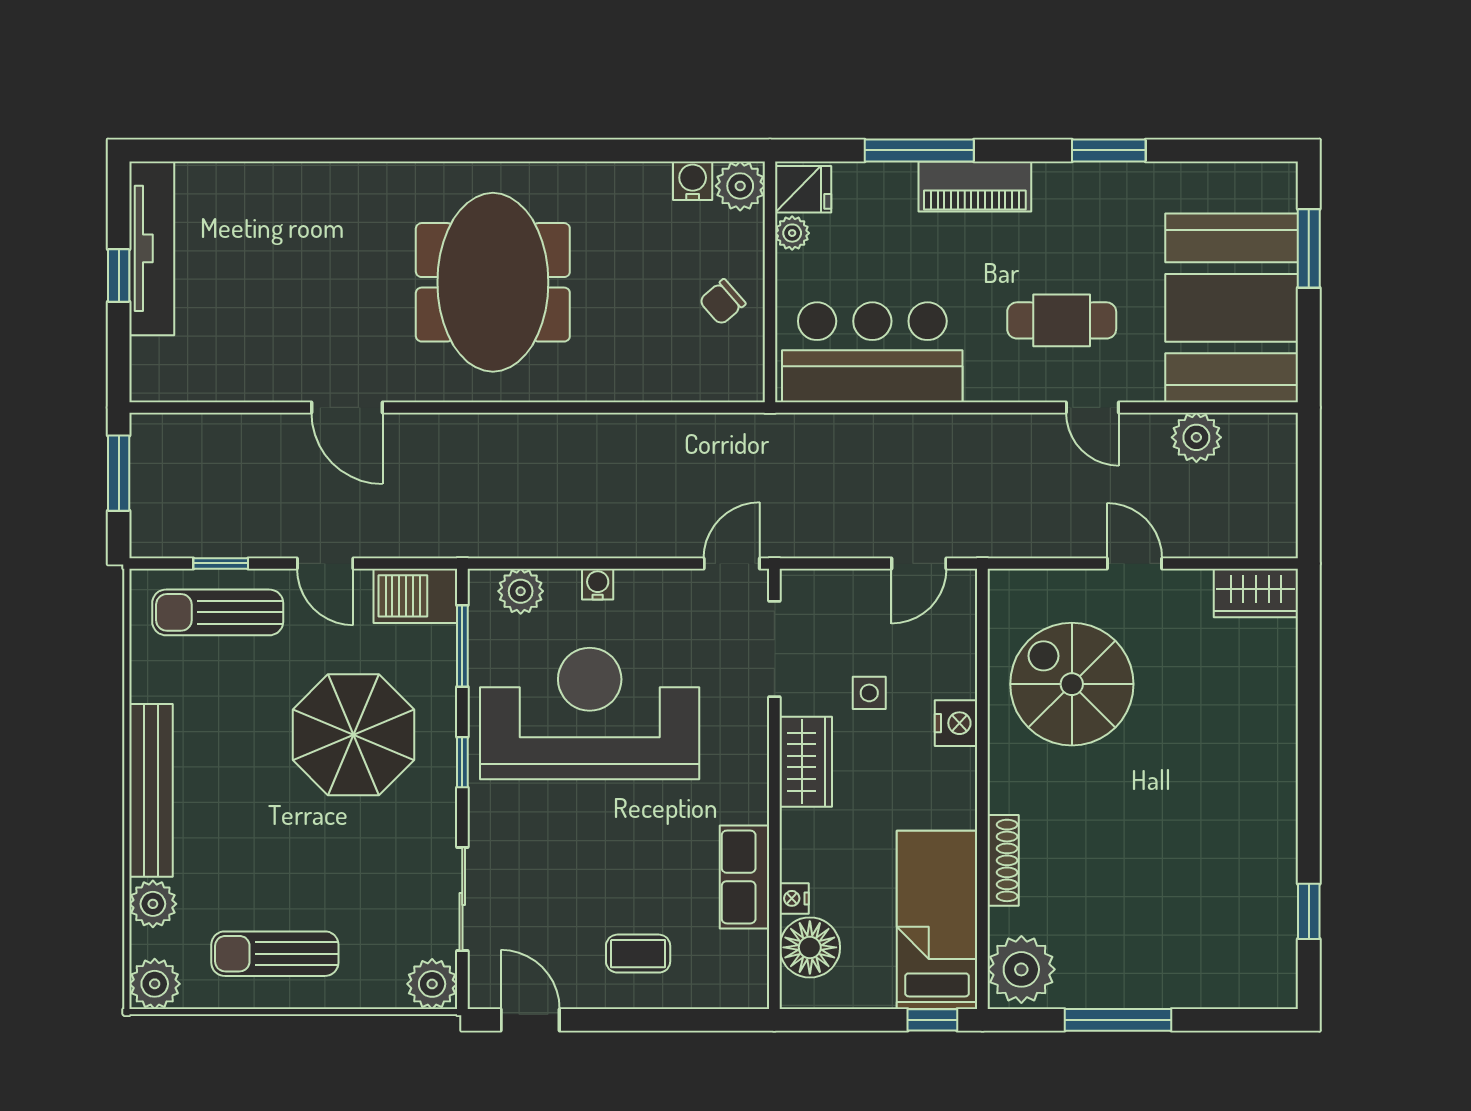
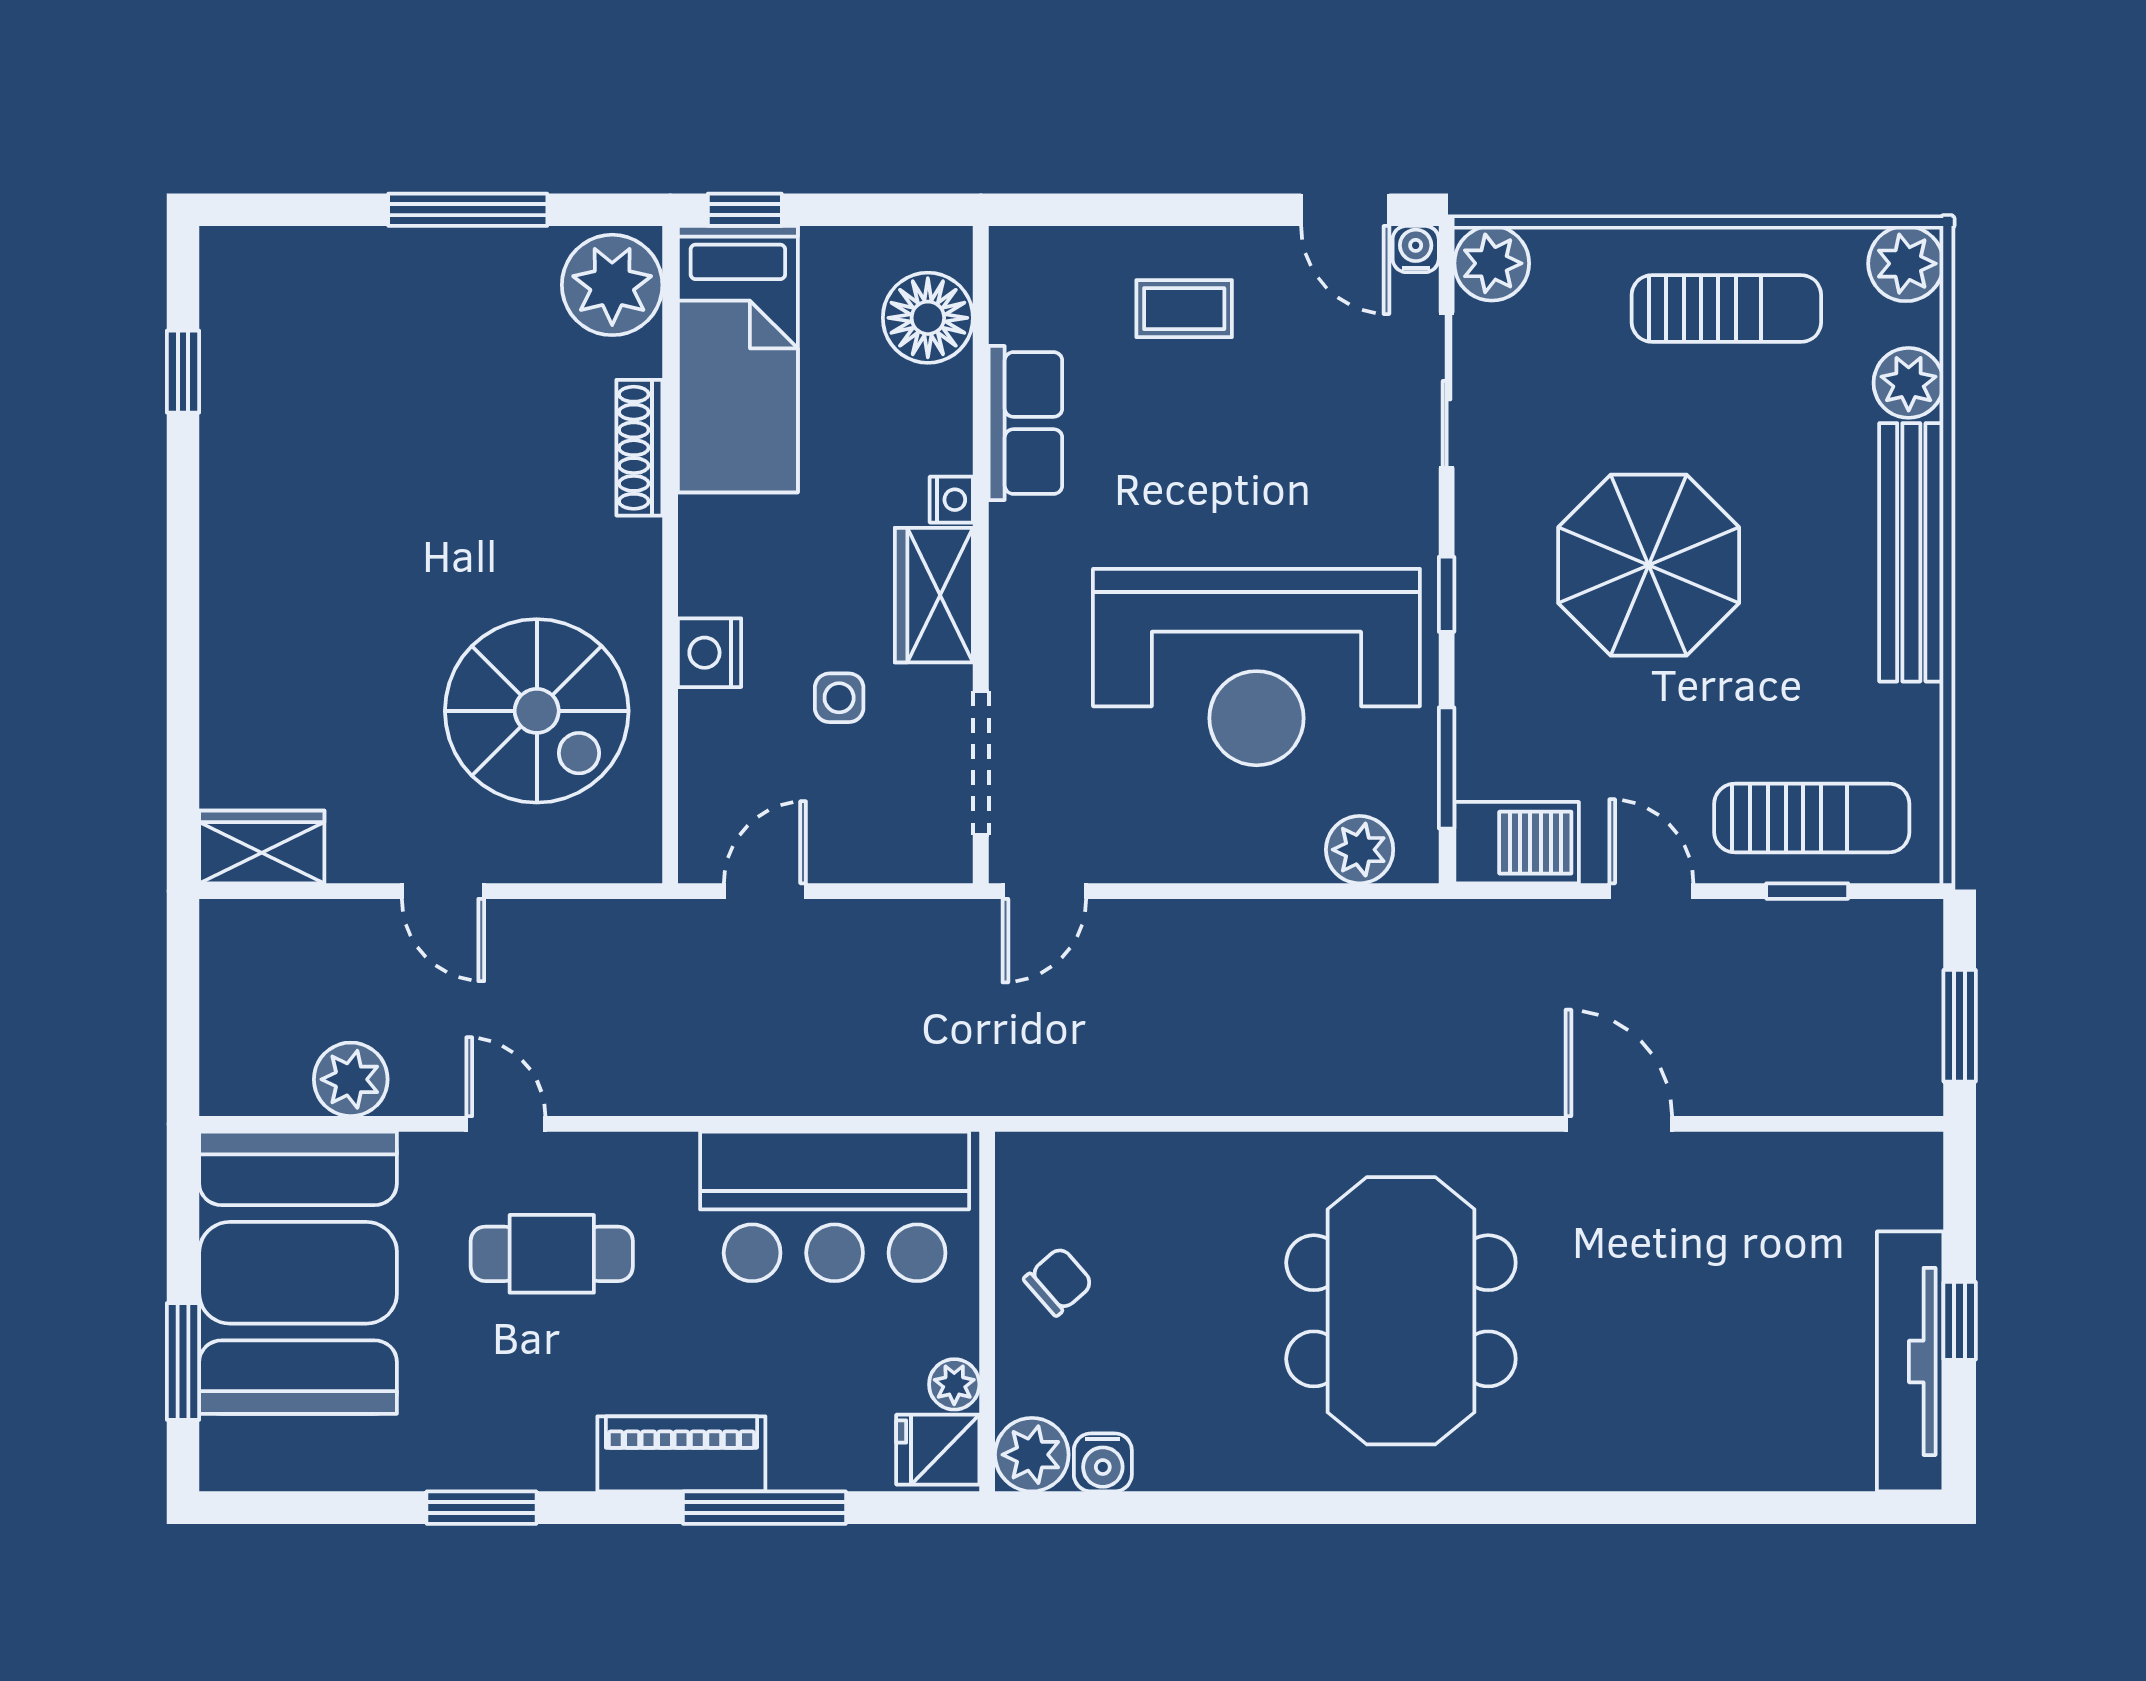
water cooler: (598, 584) -> (1416, 249), moved, turned 180
parasol: (353, 735) -> (1649, 565), moved
nightstand: (794, 898) -> (951, 500), moved

